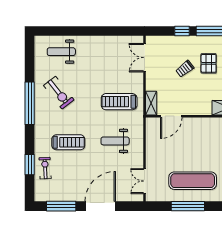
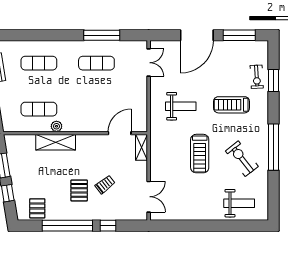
treadmill: (119, 102) -> (200, 154), moved, turned 90
exercise mat: (193, 181) -> (96, 63), width x0.73, depth x0.69

